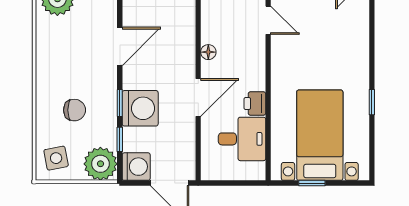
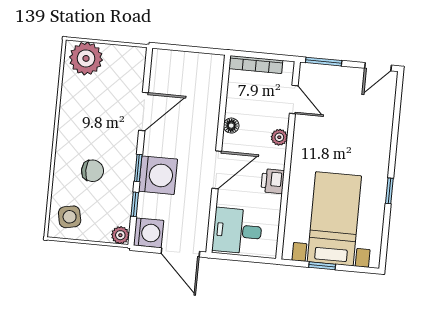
plant: (257, 59) -> (279, 137), added
desk: (242, 139) -> (237, 231), moved, turned 180
plant: (100, 164) -> (120, 235), width x0.53, depth x0.53

